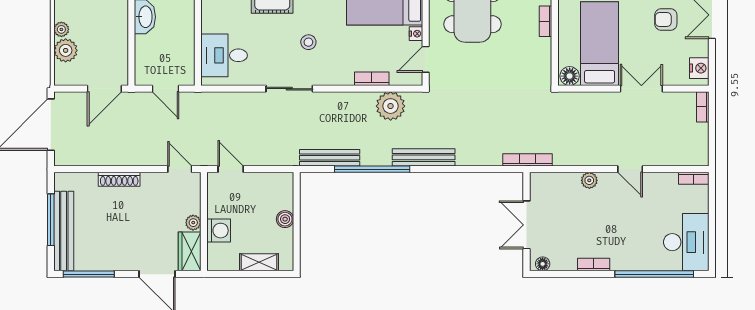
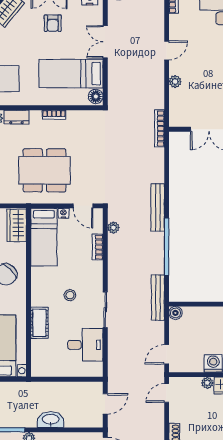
desk: (224, 55) -> (85, 345), moved, turned -90
plant: (391, 106) -> (113, 228), width x0.53, depth x0.53
bench: (330, 158) -> (158, 298), moved
boiler: (285, 219) -> (175, 313), moved

